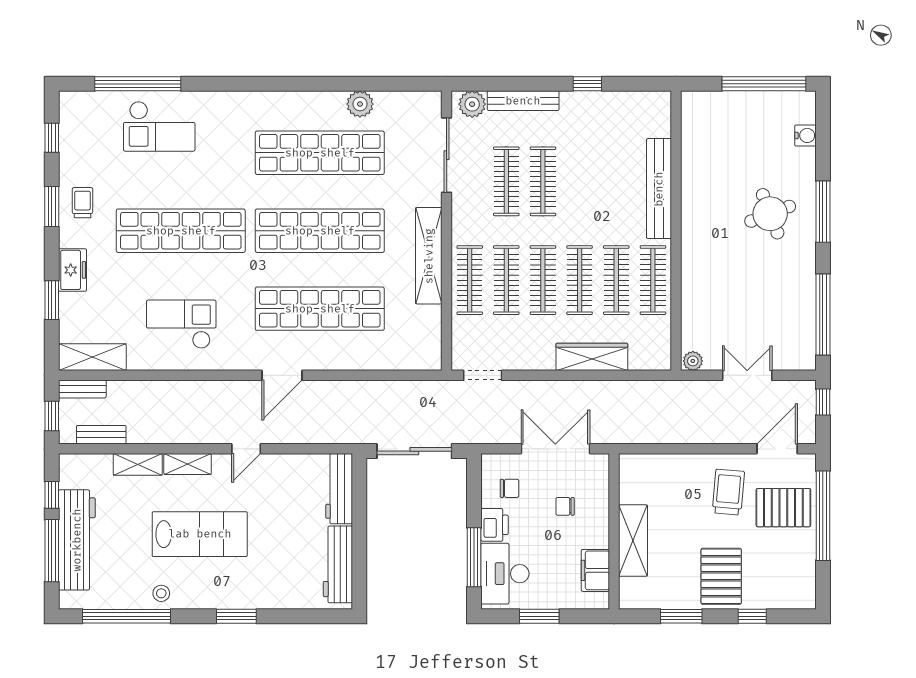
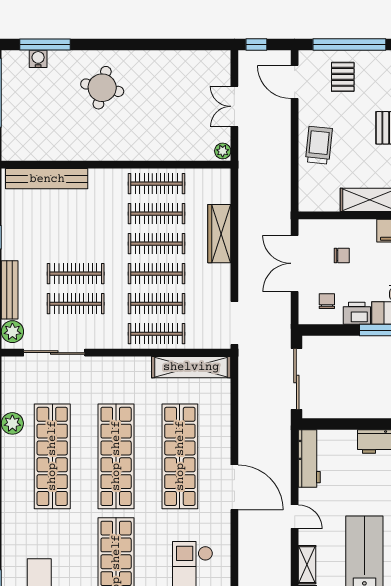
bench: (659, 189) -> (47, 179), moved
window: (823, 212) -> (45, 44), moved
round table: (770, 214) -> (102, 88), turned 34
shelving: (429, 256) -> (191, 367), moved
window: (823, 314) -> (185, 44), removed
door: (282, 375) -> (234, 487), width x1.36
doorway: (483, 375) -> (234, 323), width x1.38
workbench: (339, 489) -> (309, 459), moved, turned -90
trolley: (728, 492) -> (319, 145), moved, turned 91
chair: (565, 506) -> (342, 256), turned -90
pallet: (783, 508) -> (343, 77), width x0.67, depth x0.71

